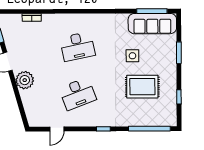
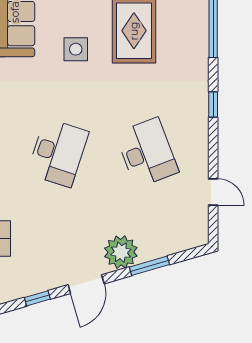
desk: (77, 46) -> (58, 153), turned 30
window: (17, 95) -> (149, 266), added

